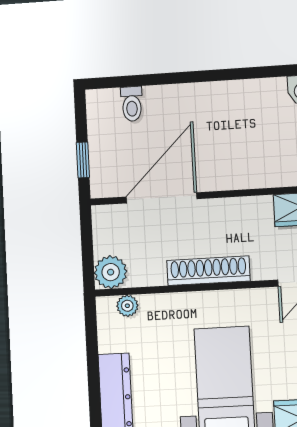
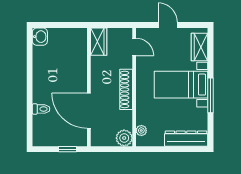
toilet: (132, 104) -> (41, 109), moved

